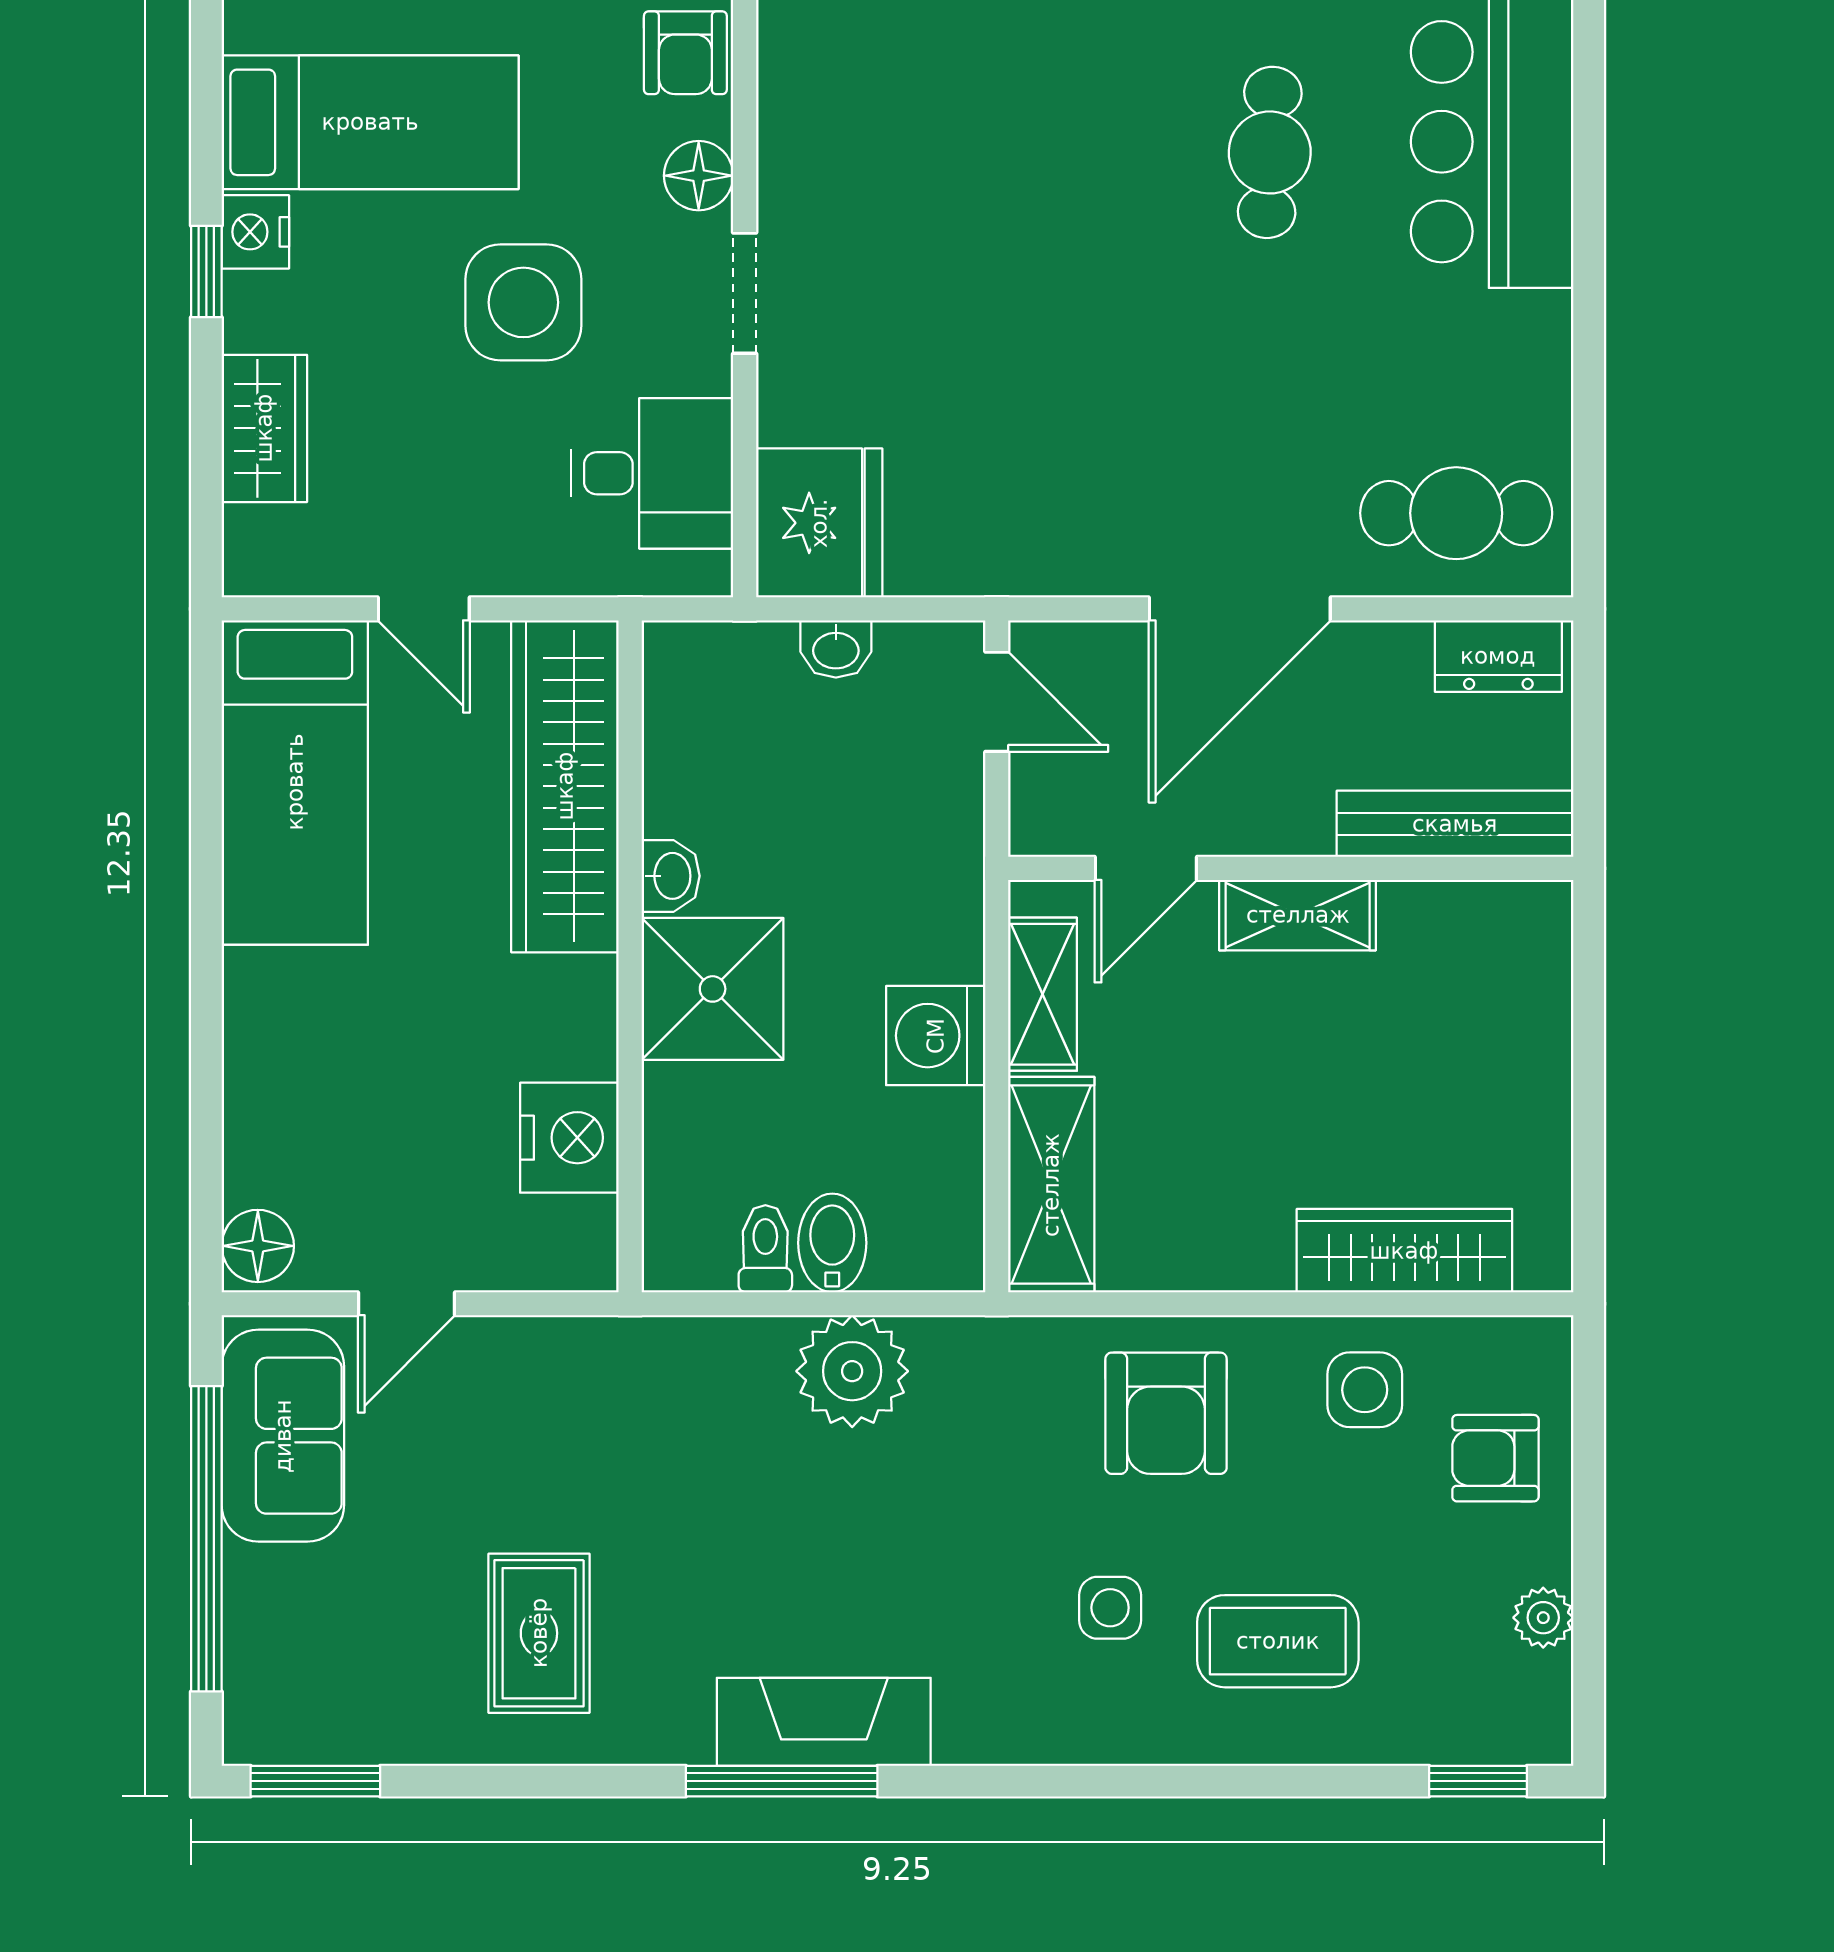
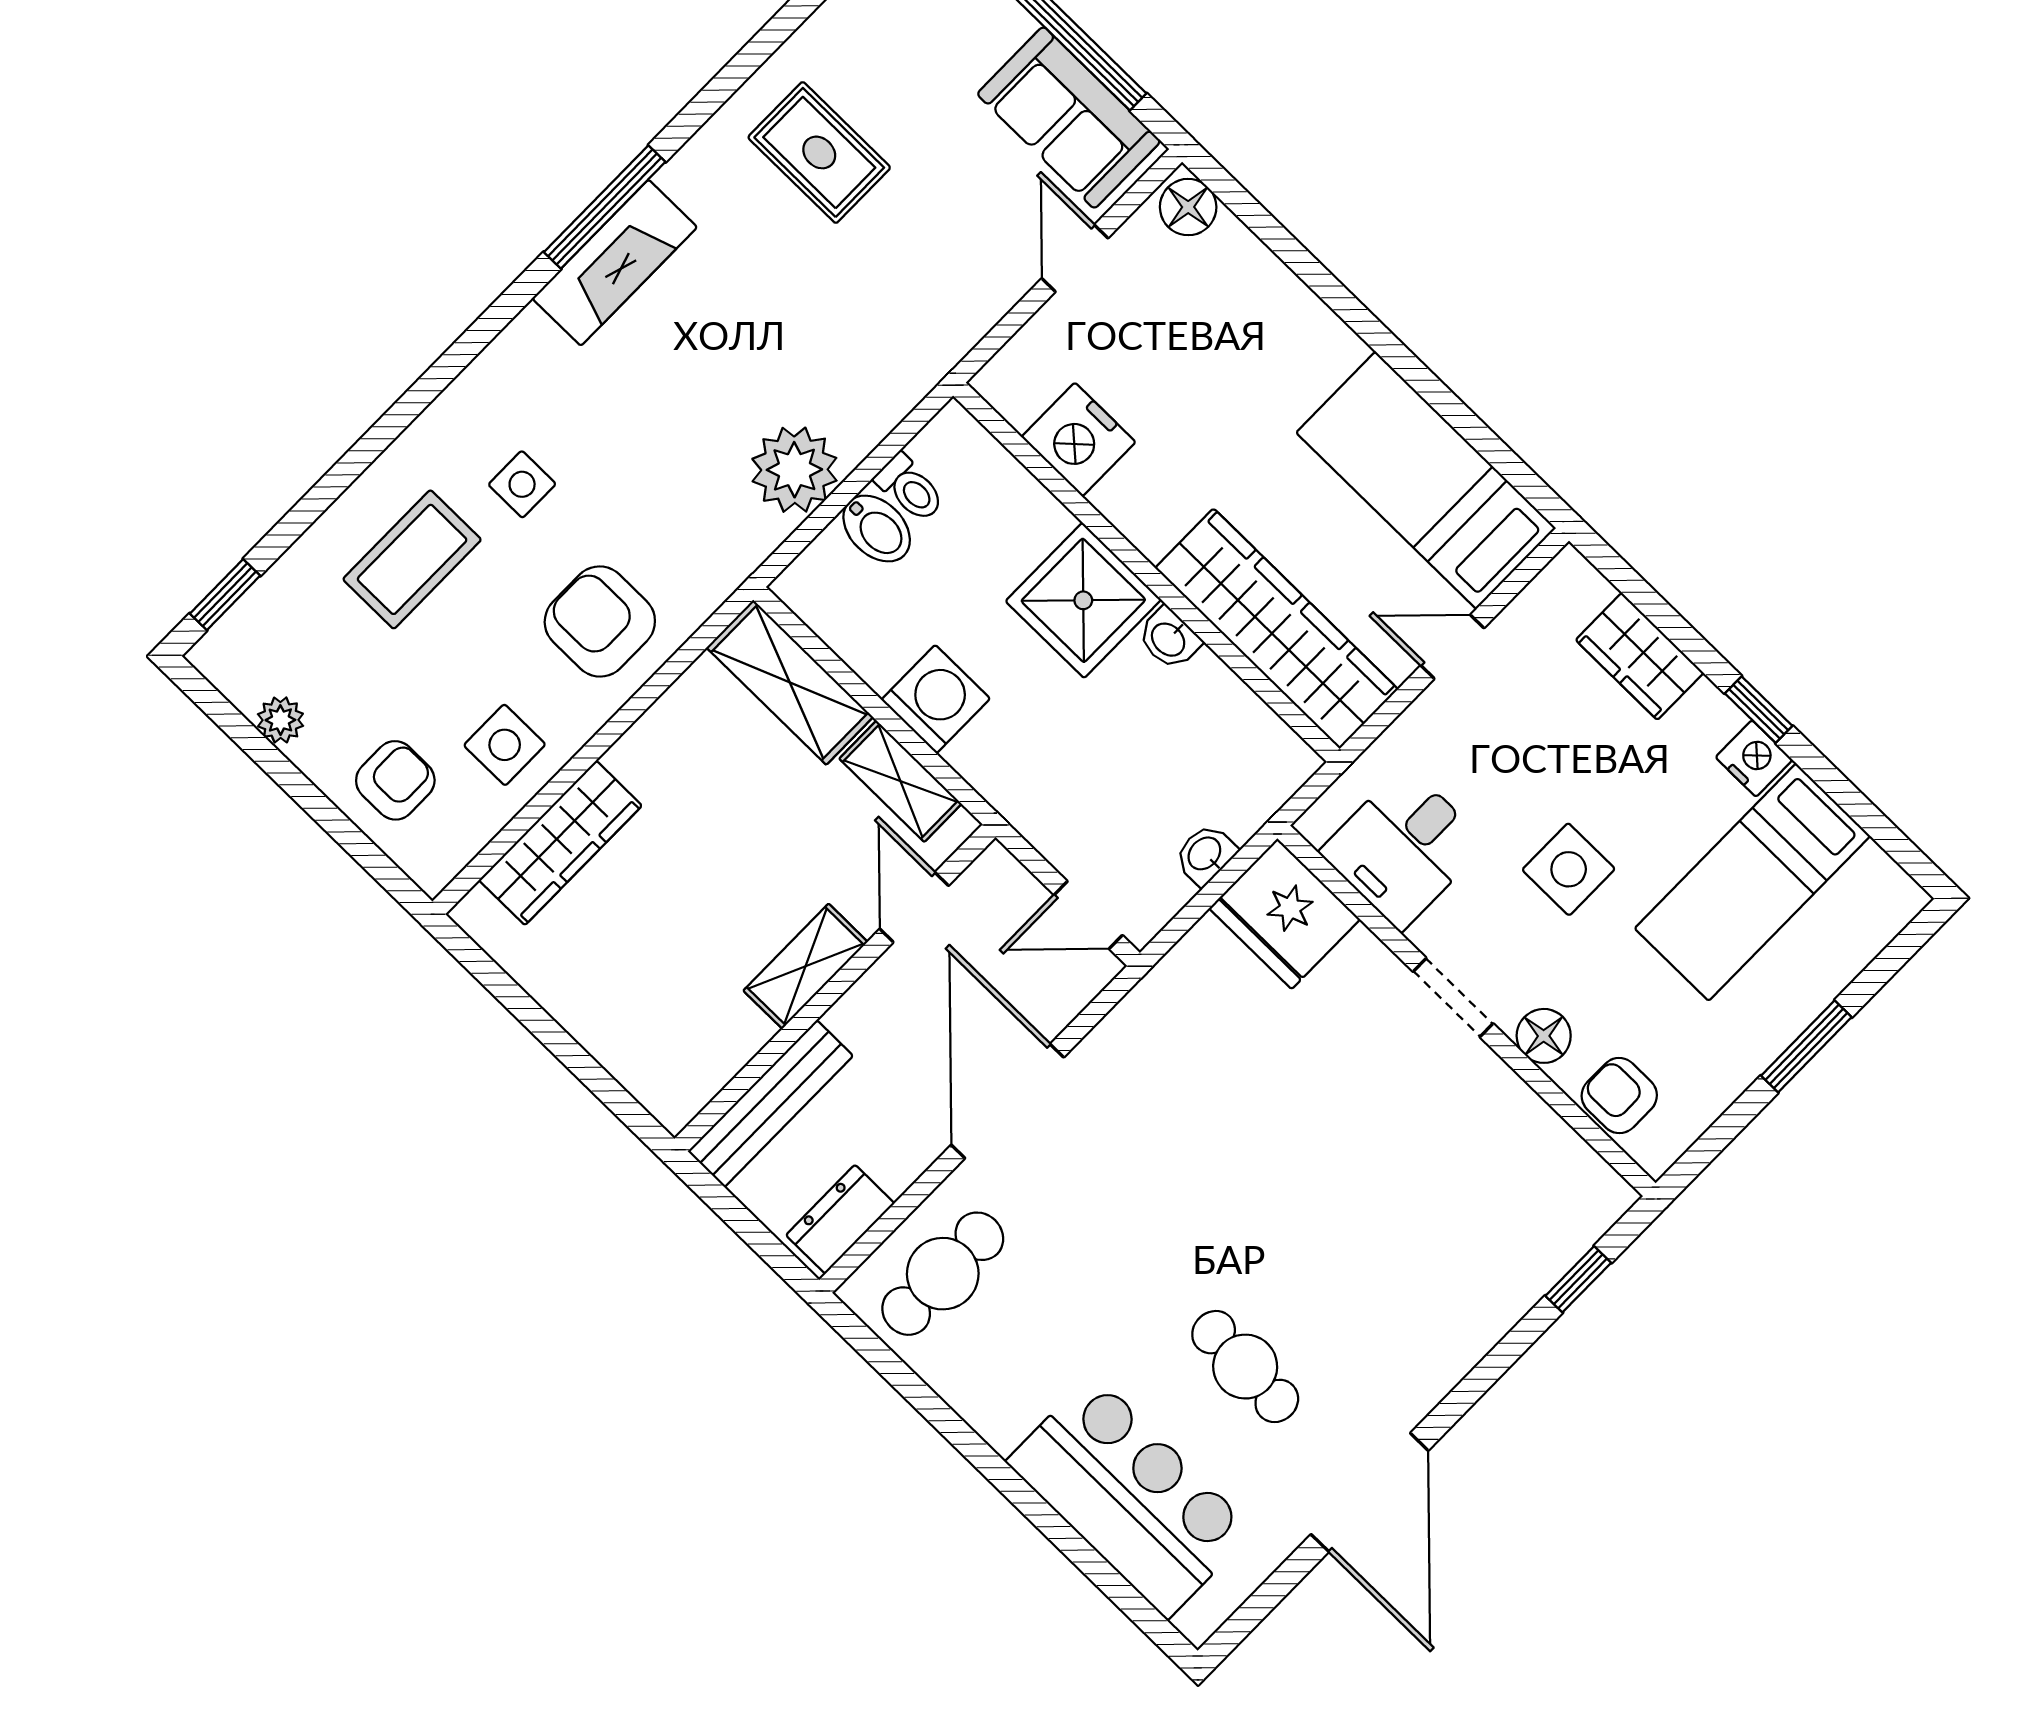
side table: (523, 302) -> (1569, 869), width x0.73, depth x0.73

